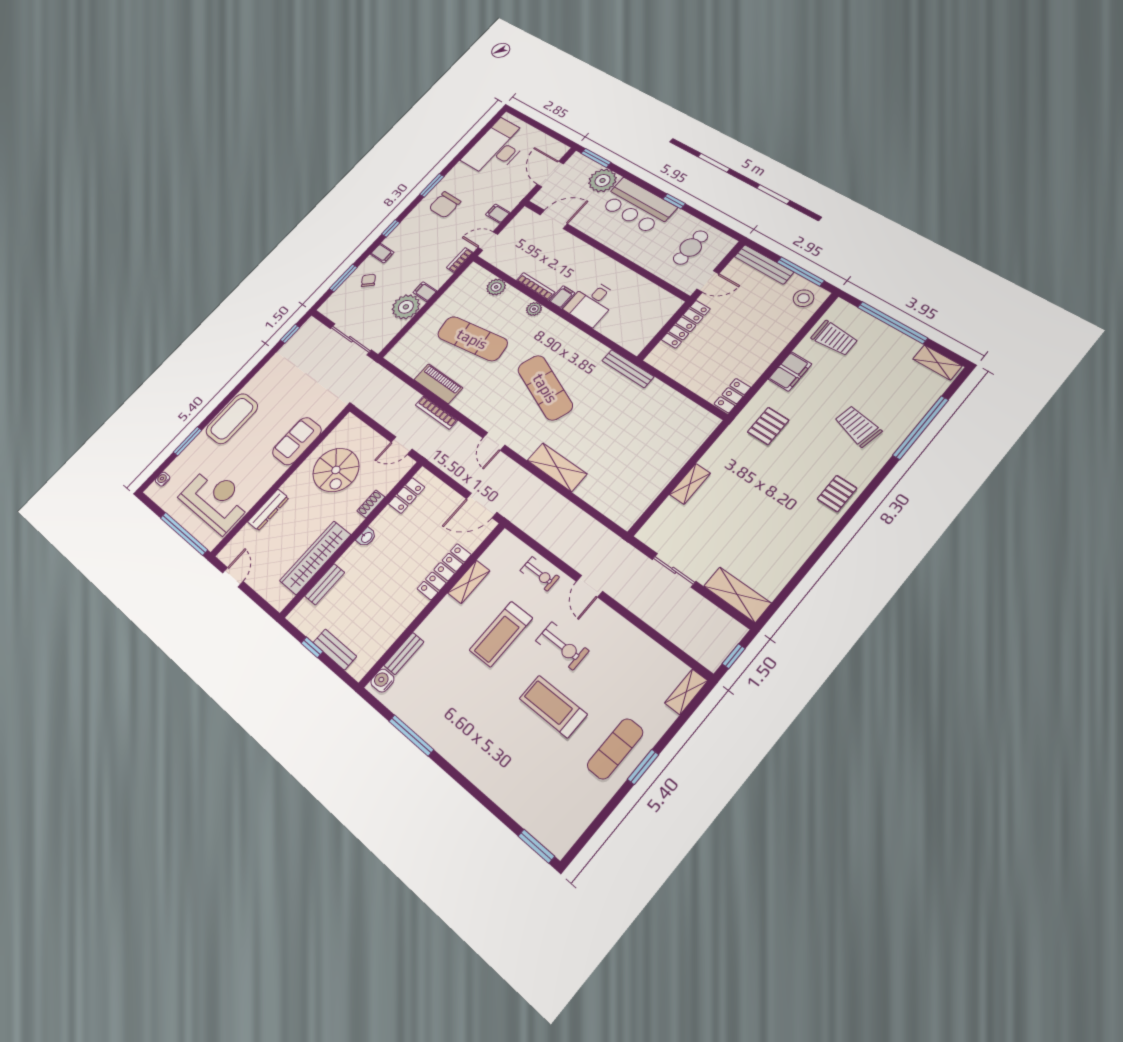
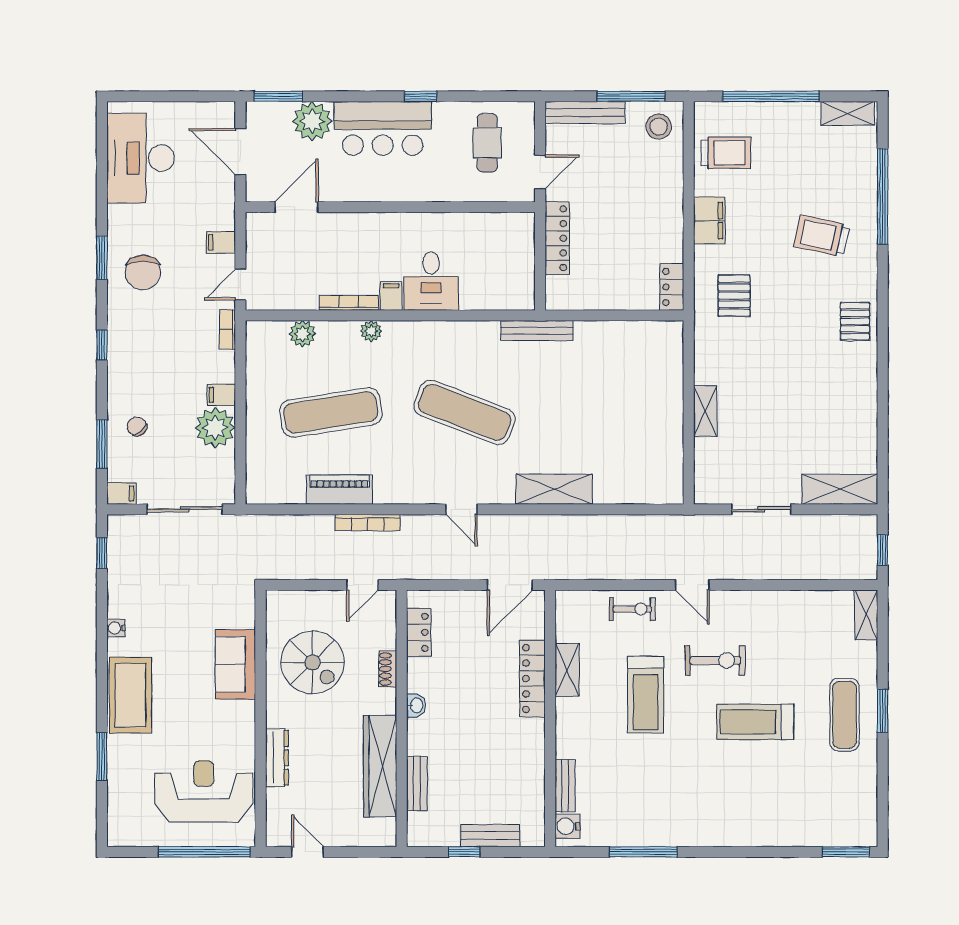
filing cabinet: (382, 253) -> (121, 493), moved
water cooler: (163, 479) -> (116, 628), moved

